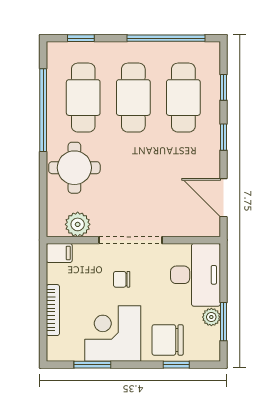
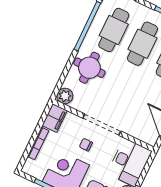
plant: (78, 224) -> (65, 96), moved
filing cabinet: (59, 253) -> (55, 118), width x2.00

